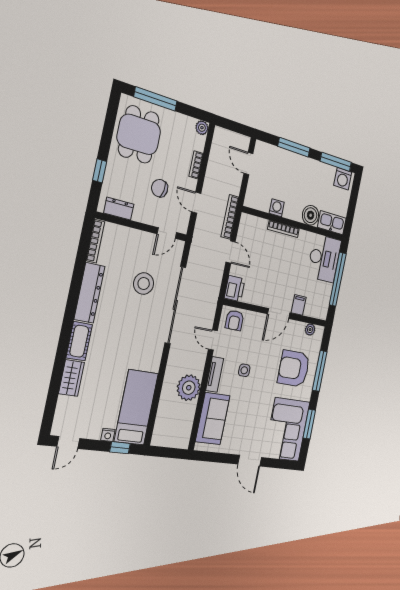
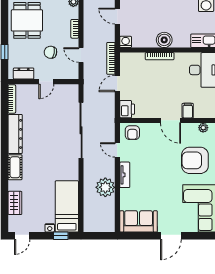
washing machine: (277, 208) -> (126, 42), moved
boiler: (311, 215) -> (164, 40), moved
door: (167, 233) -> (46, 82), moved
door: (231, 252) -> (117, 83), swing flipped
stool: (144, 284) -> (53, 120), removed
door: (279, 313) -> (171, 120), hinge flipped
side table: (244, 370) -> (150, 168), removed
wardrobe: (71, 378) -> (15, 203), moved
sofa: (213, 419) -> (139, 221), moved, turned -90
door: (250, 461) -> (171, 236), hinge flipped

